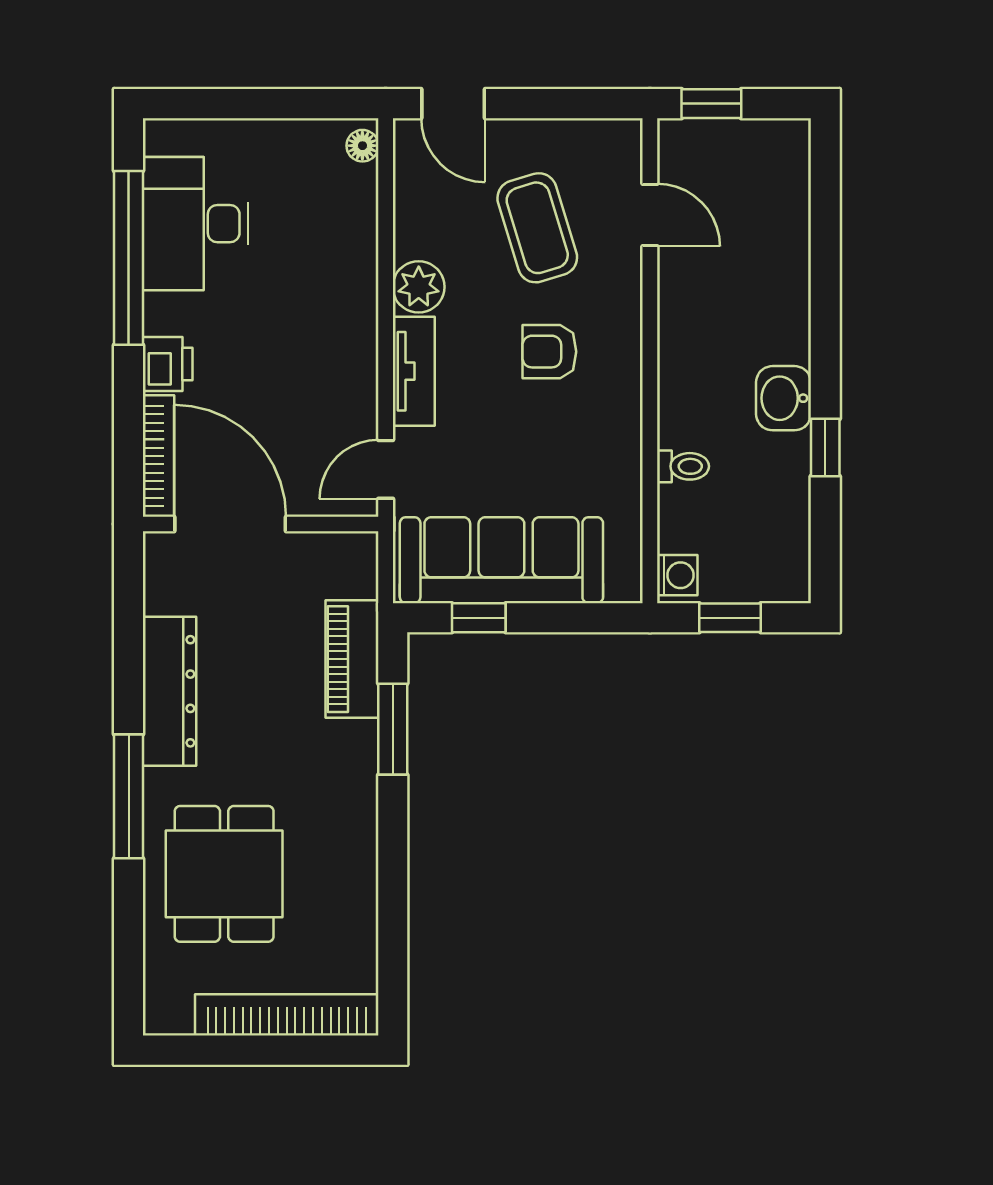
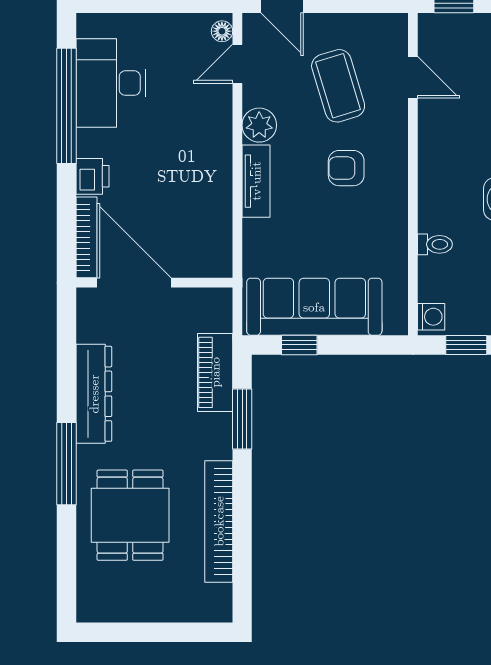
door: (386, 469) -> (237, 64), moved
bookcase: (287, 1015) -> (219, 521), moved, turned -90

